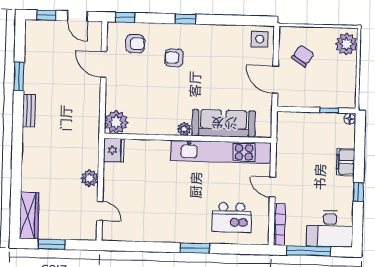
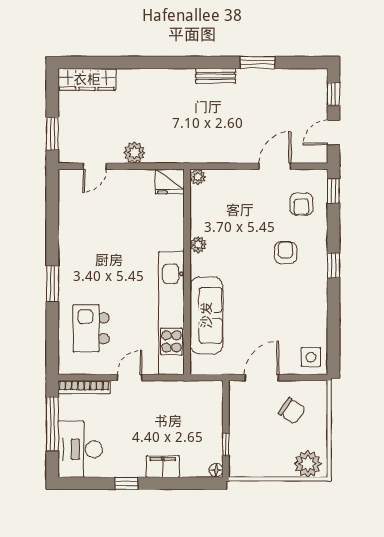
plant: (116, 122) -> (198, 177), width x0.53, depth x0.53
plant: (184, 129) -> (198, 245), moved
window: (52, 244) -> (52, 134), moved

